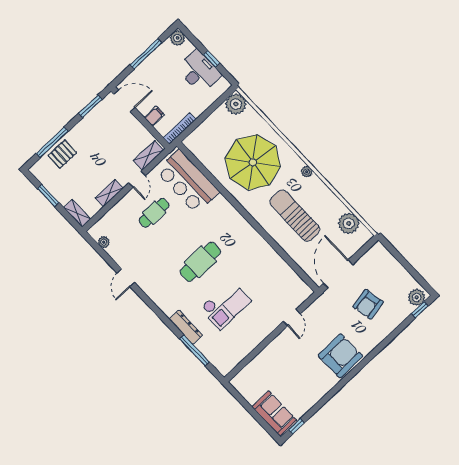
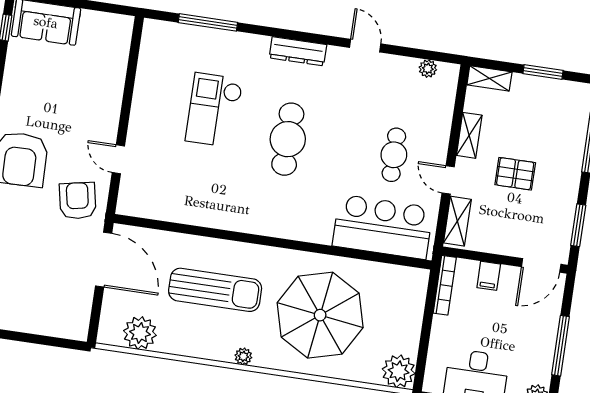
pallet: (62, 154) -> (515, 174), moved, turned 90
armchair: (368, 304) -> (78, 201), moved
dresser: (186, 327) -> (298, 51), moved

